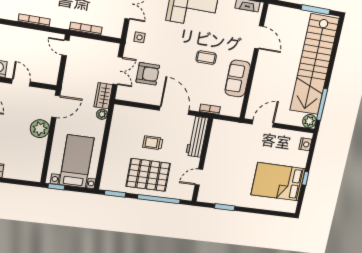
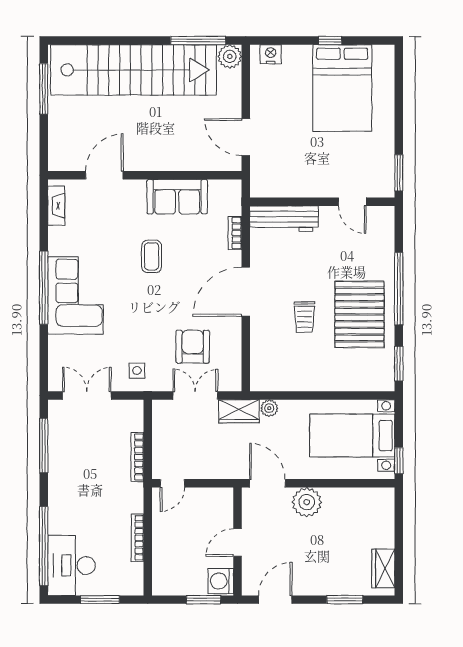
workbench: (197, 137) -> (284, 219), moved
wall: (202, 160) -> (322, 202), moved
door: (199, 177) -> (352, 202), moved

